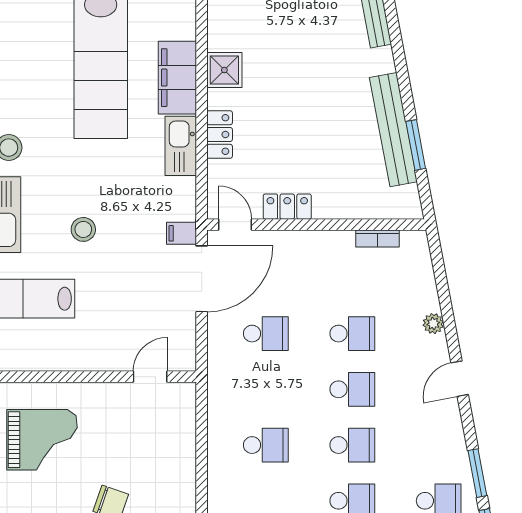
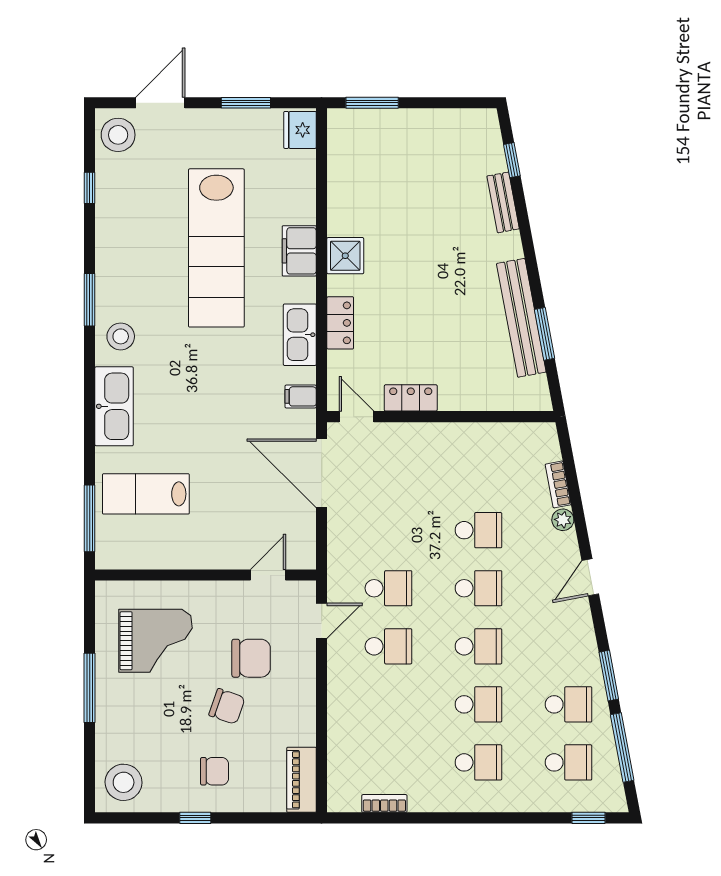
filing cabinet: (177, 78) -> (299, 251), width x0.67, depth x0.86
stool: (83, 229) -> (198, 422), removed
filing cabinet: (182, 233) -> (301, 396), moved
bookcase: (377, 238) -> (558, 484), moved, turned 79
door: (202, 279) -> (322, 473), swing flipped
school desk: (266, 334) -> (388, 588), moved
door: (202, 420) -> (322, 621), added
chair: (134, 456) -> (251, 658), added

